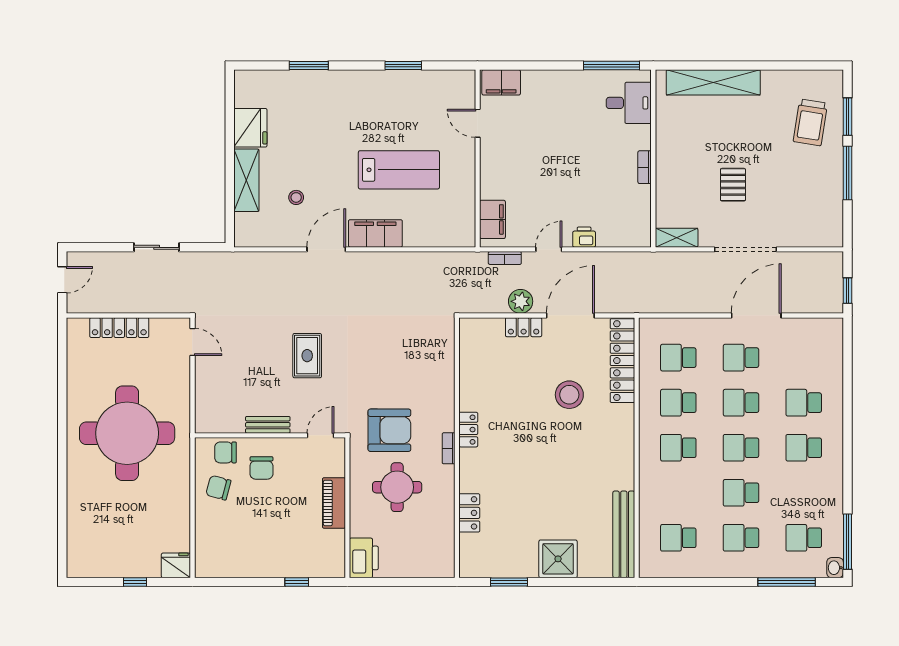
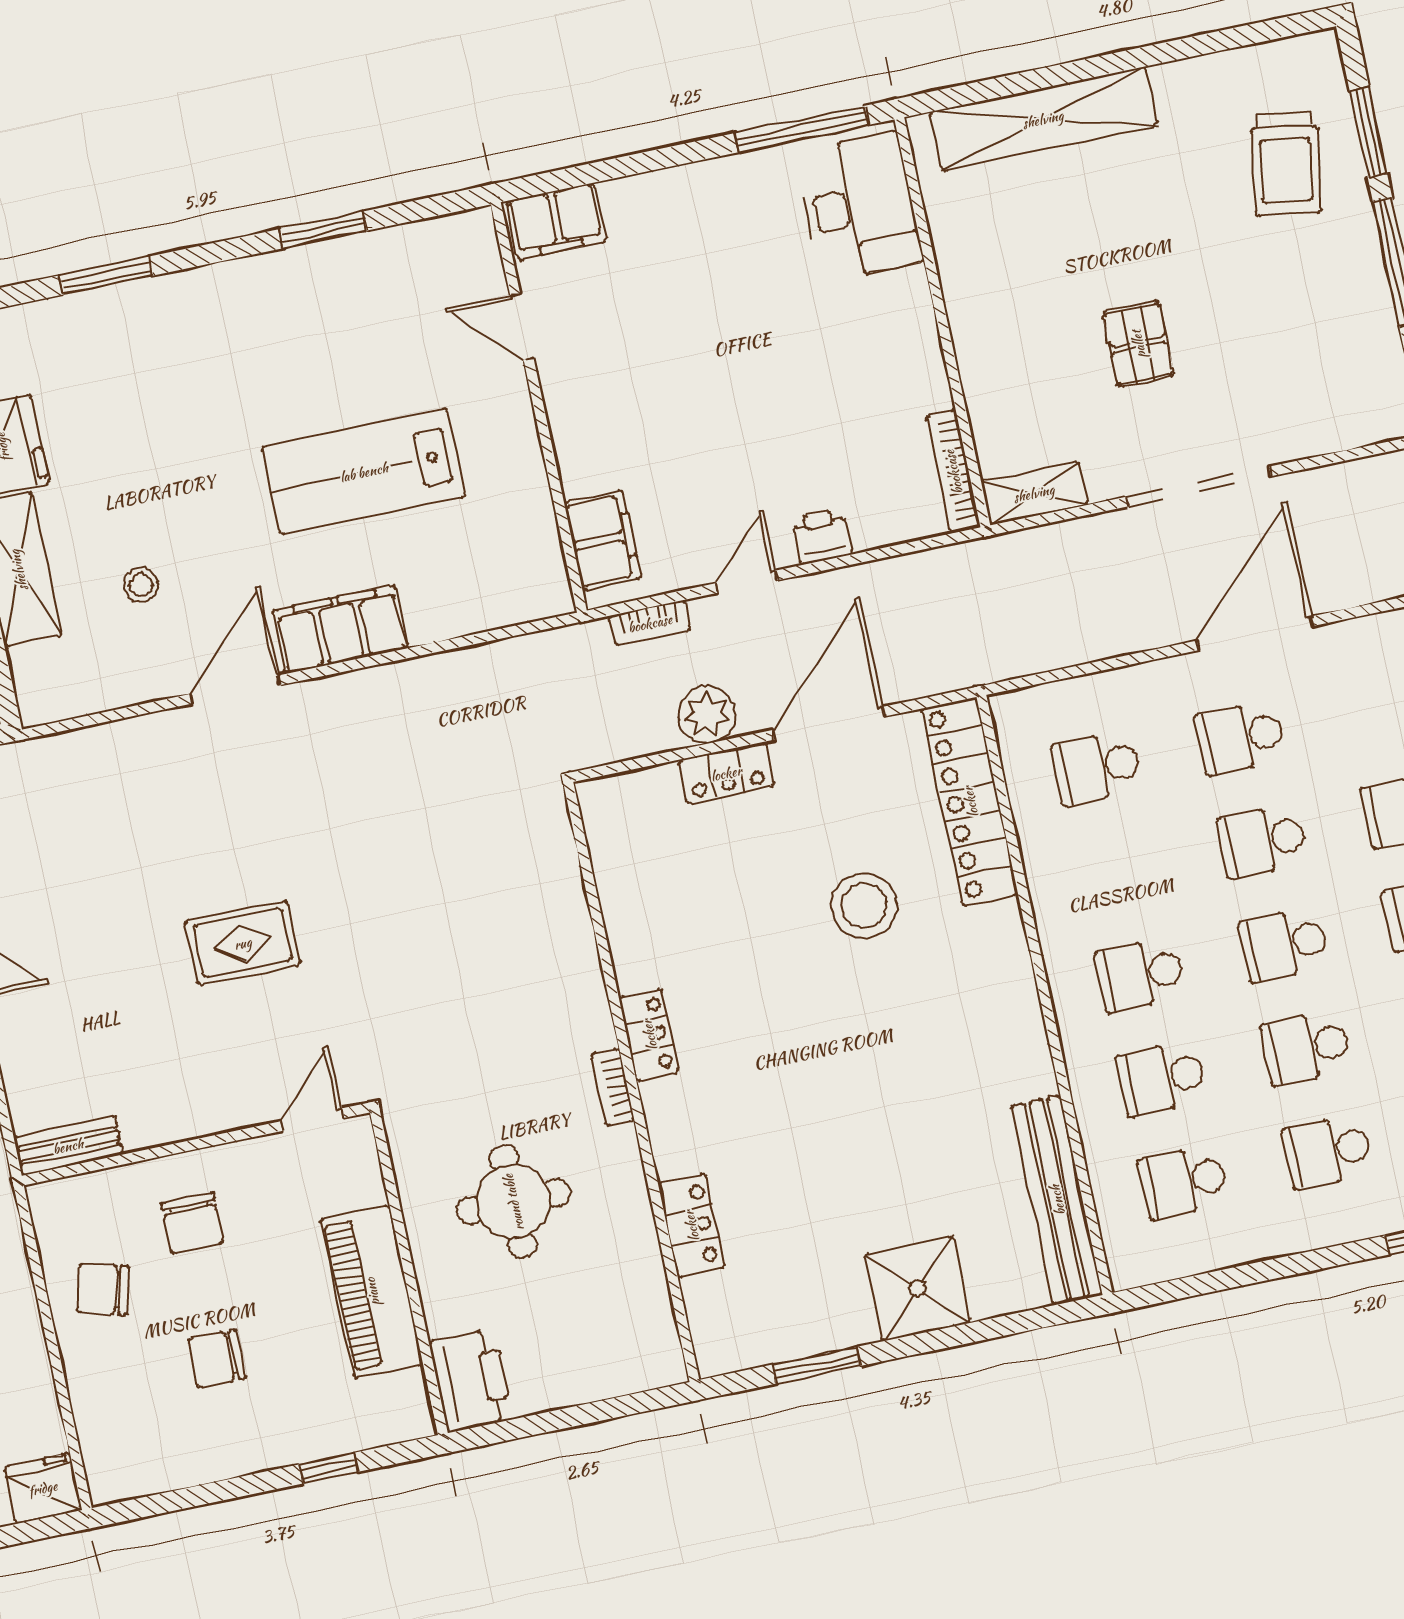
desk: (629, 103) -> (859, 207), width x1.37
bookcase: (645, 167) -> (953, 472), moved, width x1.56
lab bench: (399, 170) -> (364, 472), turned 180
rug: (307, 356) -> (243, 943), turned 90
school desk: (678, 403) -> (1162, 1078), moved
bench: (268, 425) -> (68, 1146), moved
armchair: (389, 430) -> (468, 1074), removed
chair: (226, 452) -> (217, 1358), moved
piano: (334, 503) -> (372, 1292), width x1.37, depth x1.33

